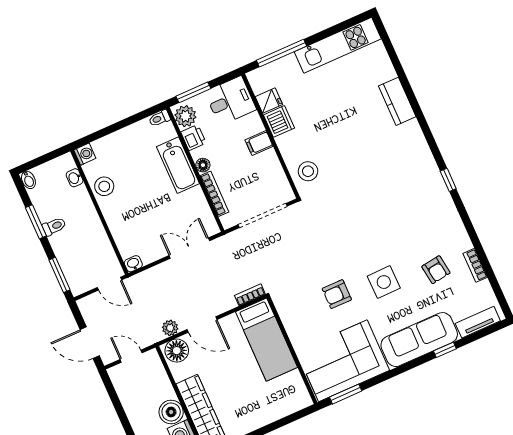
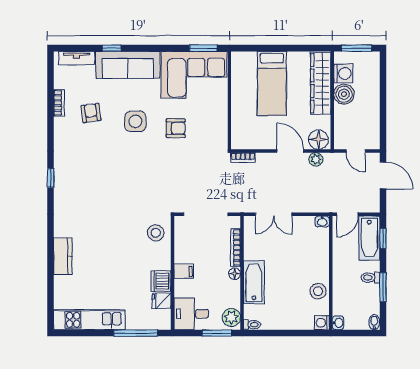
printer: (193, 137) -> (233, 298), removed
washbasin: (75, 178) -> (338, 323), moved
bathtub: (74, 269) -> (369, 238), added
window: (59, 275) -> (383, 238), width x0.67
door: (110, 284) -> (347, 214), swing flipped
bed: (267, 340) -> (272, 83), moved, turned 180

